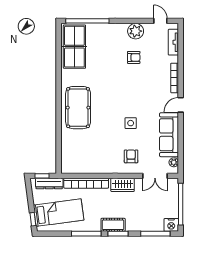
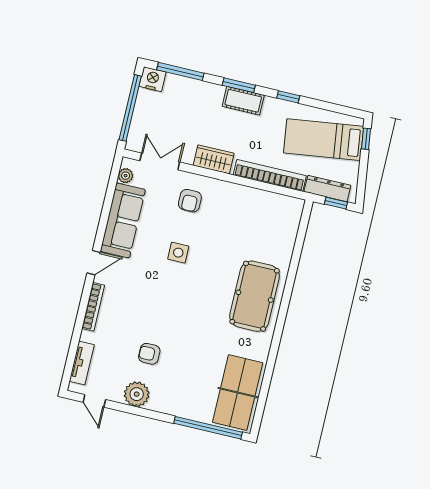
window: (86, 234) -> (288, 97), width x0.46

